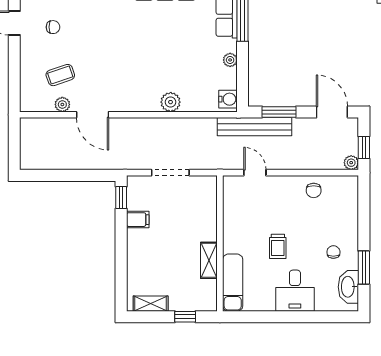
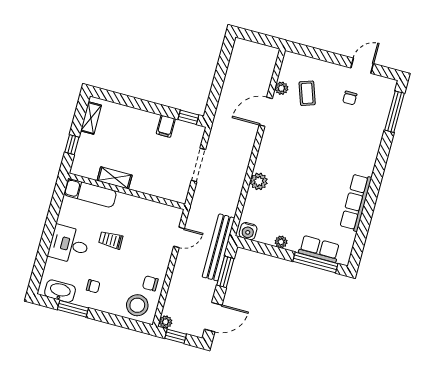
stool: (341, 198) -> (137, 305), added

